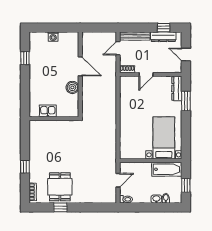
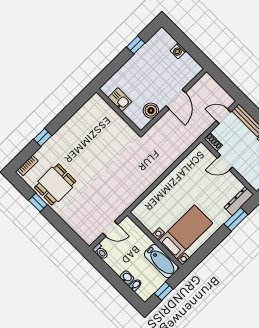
kitchen sink: (48, 111) -> (120, 100), moved
wall: (54, 119) -> (118, 111), moved

